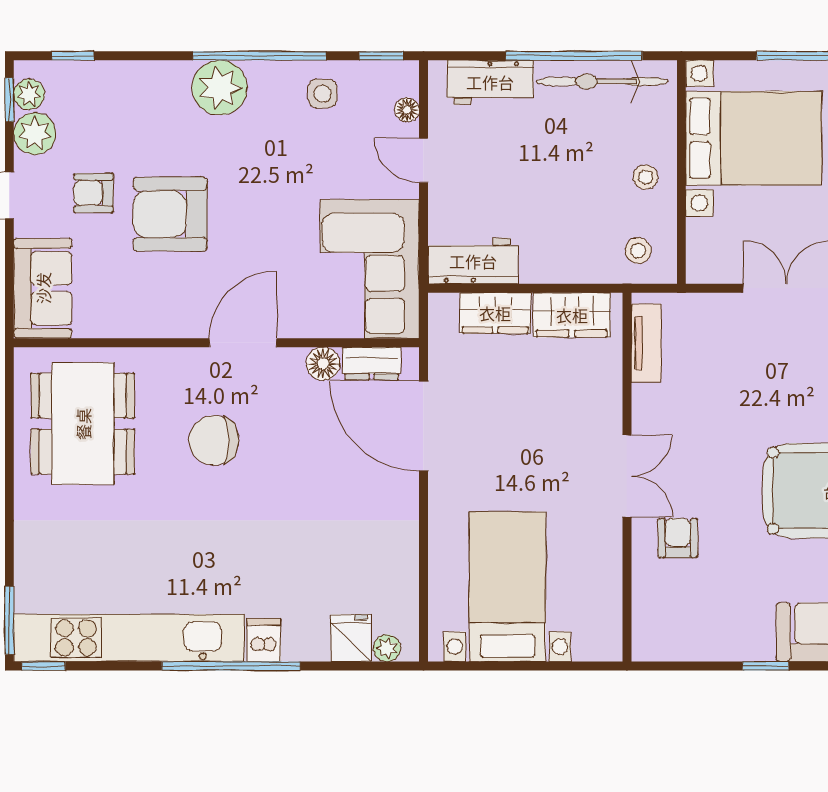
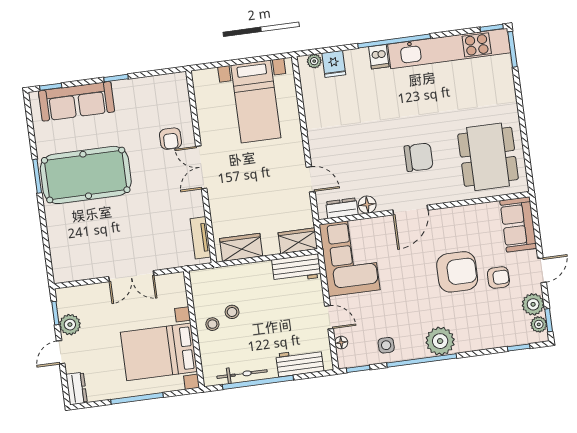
bicycle: (602, 81) -> (242, 374), width x0.73, depth x0.71
stool: (638, 251) -> (232, 312), moved
wardrobe: (495, 313) -> (298, 241), moved
door: (423, 426) -> (311, 179), width x0.53

